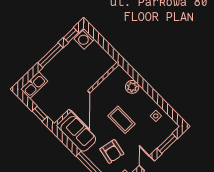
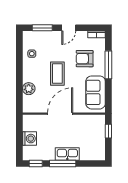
washing machine: (84, 39) -> (29, 139), moved
kitchen sink: (34, 85) -> (67, 154), moved
door: (79, 101) -> (60, 114), moved
armchair: (112, 151) -> (85, 59), turned -101

